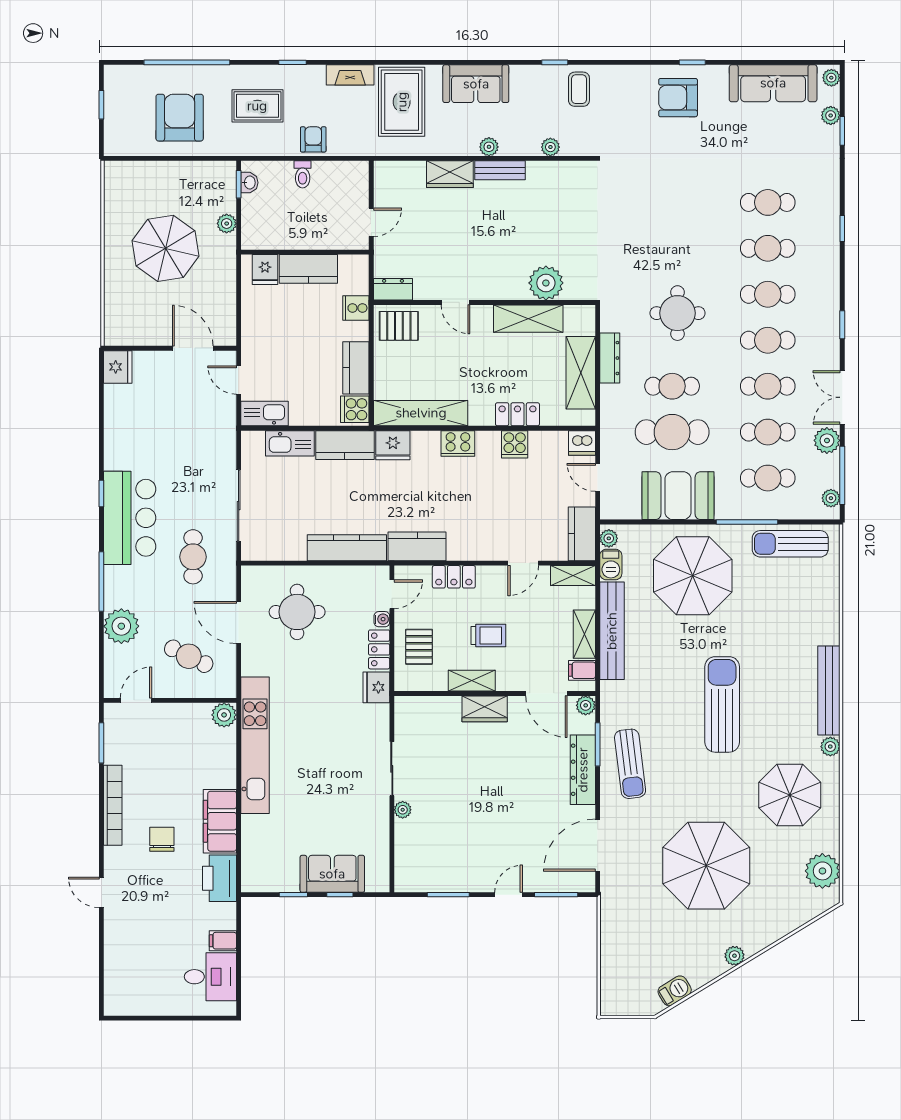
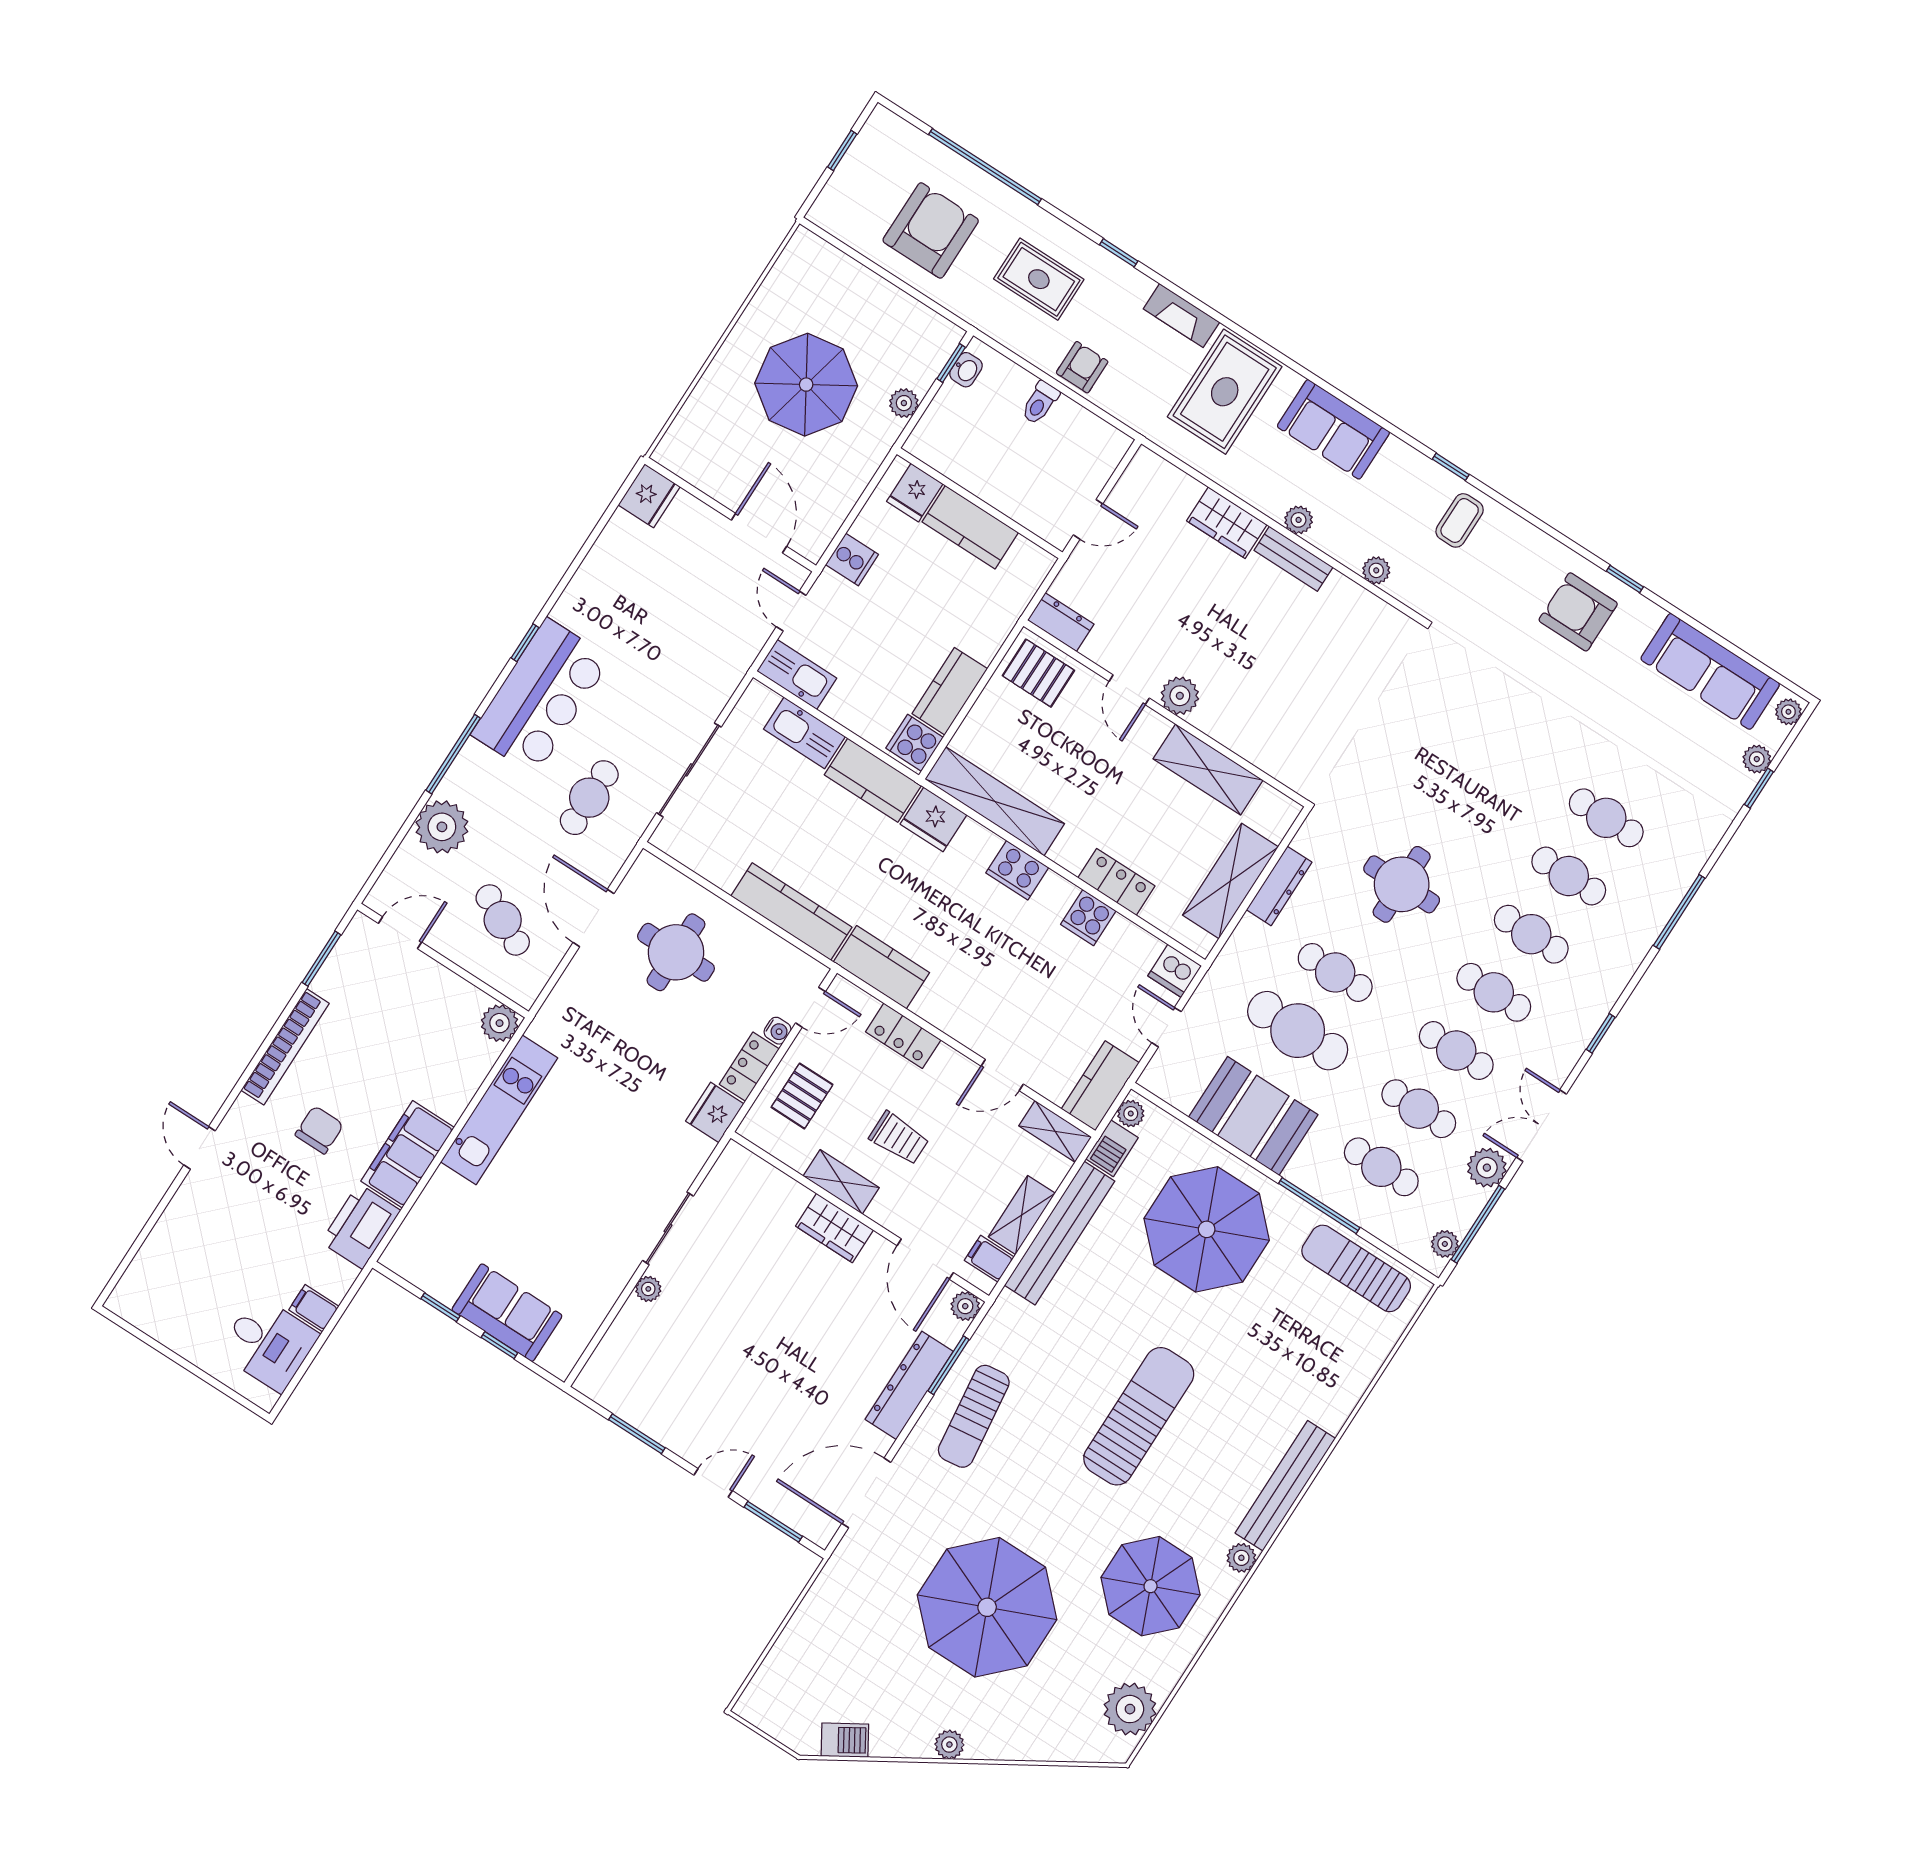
window: (842, 229) -> (1679, 912), width x2.17
plant: (546, 283) -> (1180, 696), moved, width x0.73, depth x0.73
cooker: (356, 308) -> (852, 560), moved, turned 180
kitchen unit: (255, 745) -> (499, 1110), width x0.73

